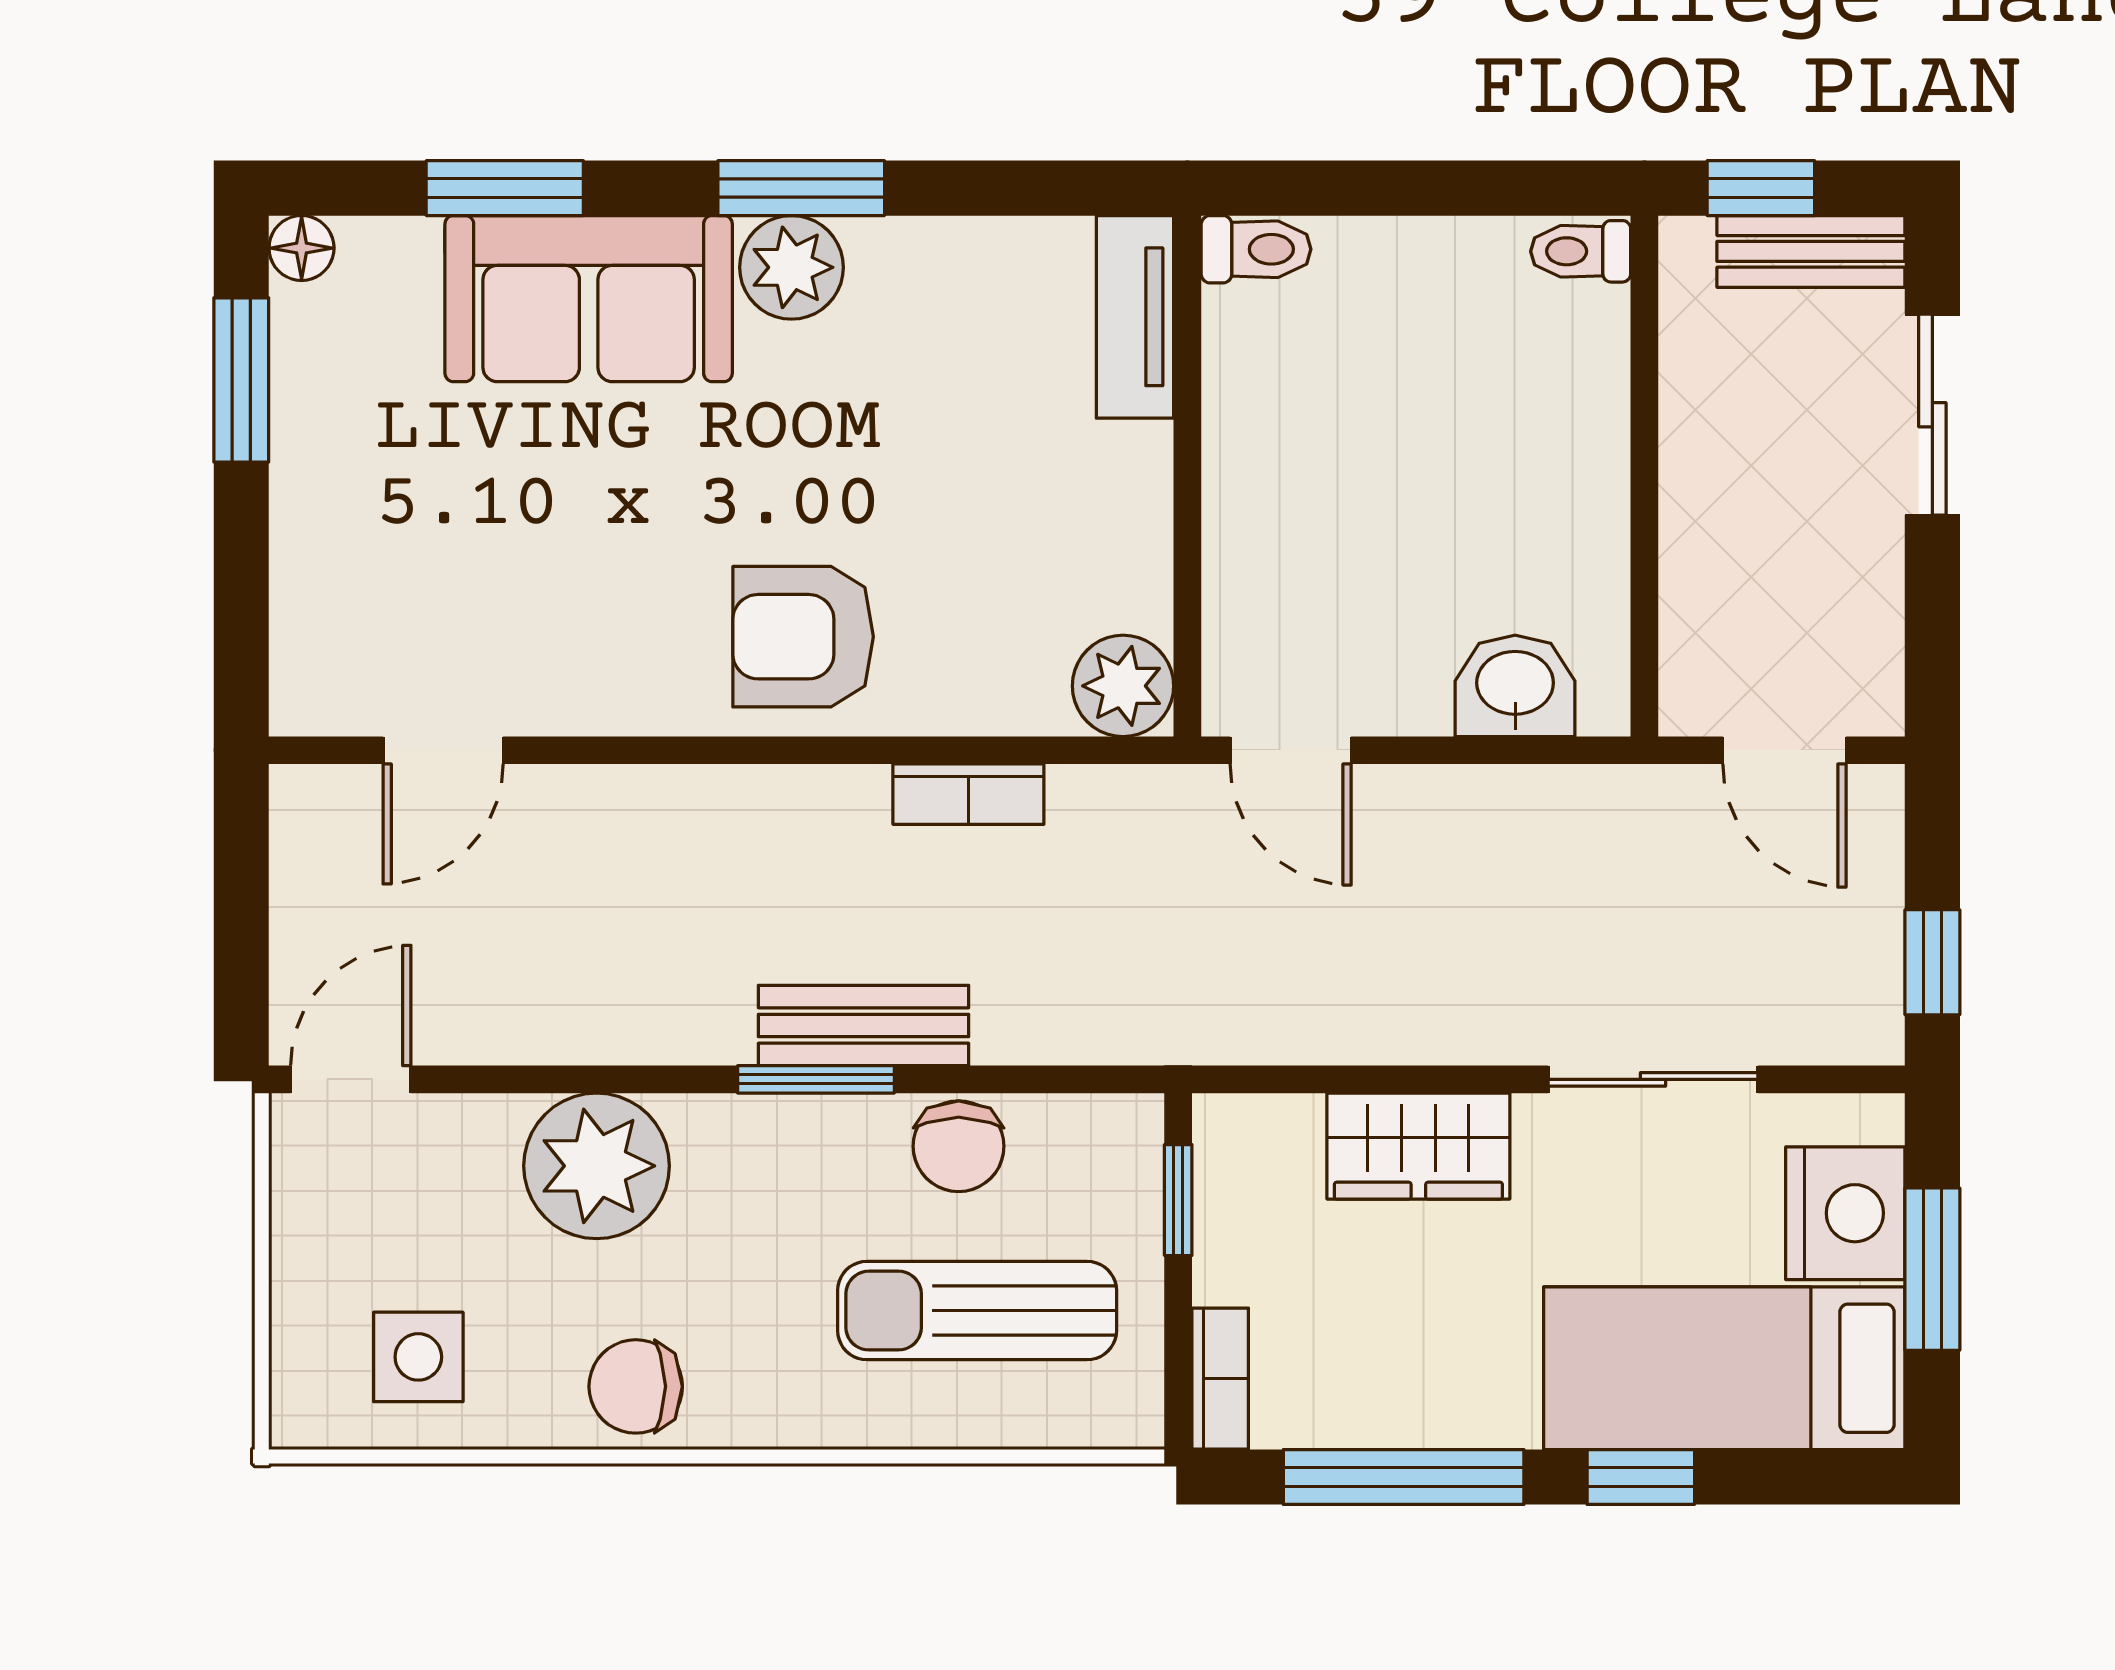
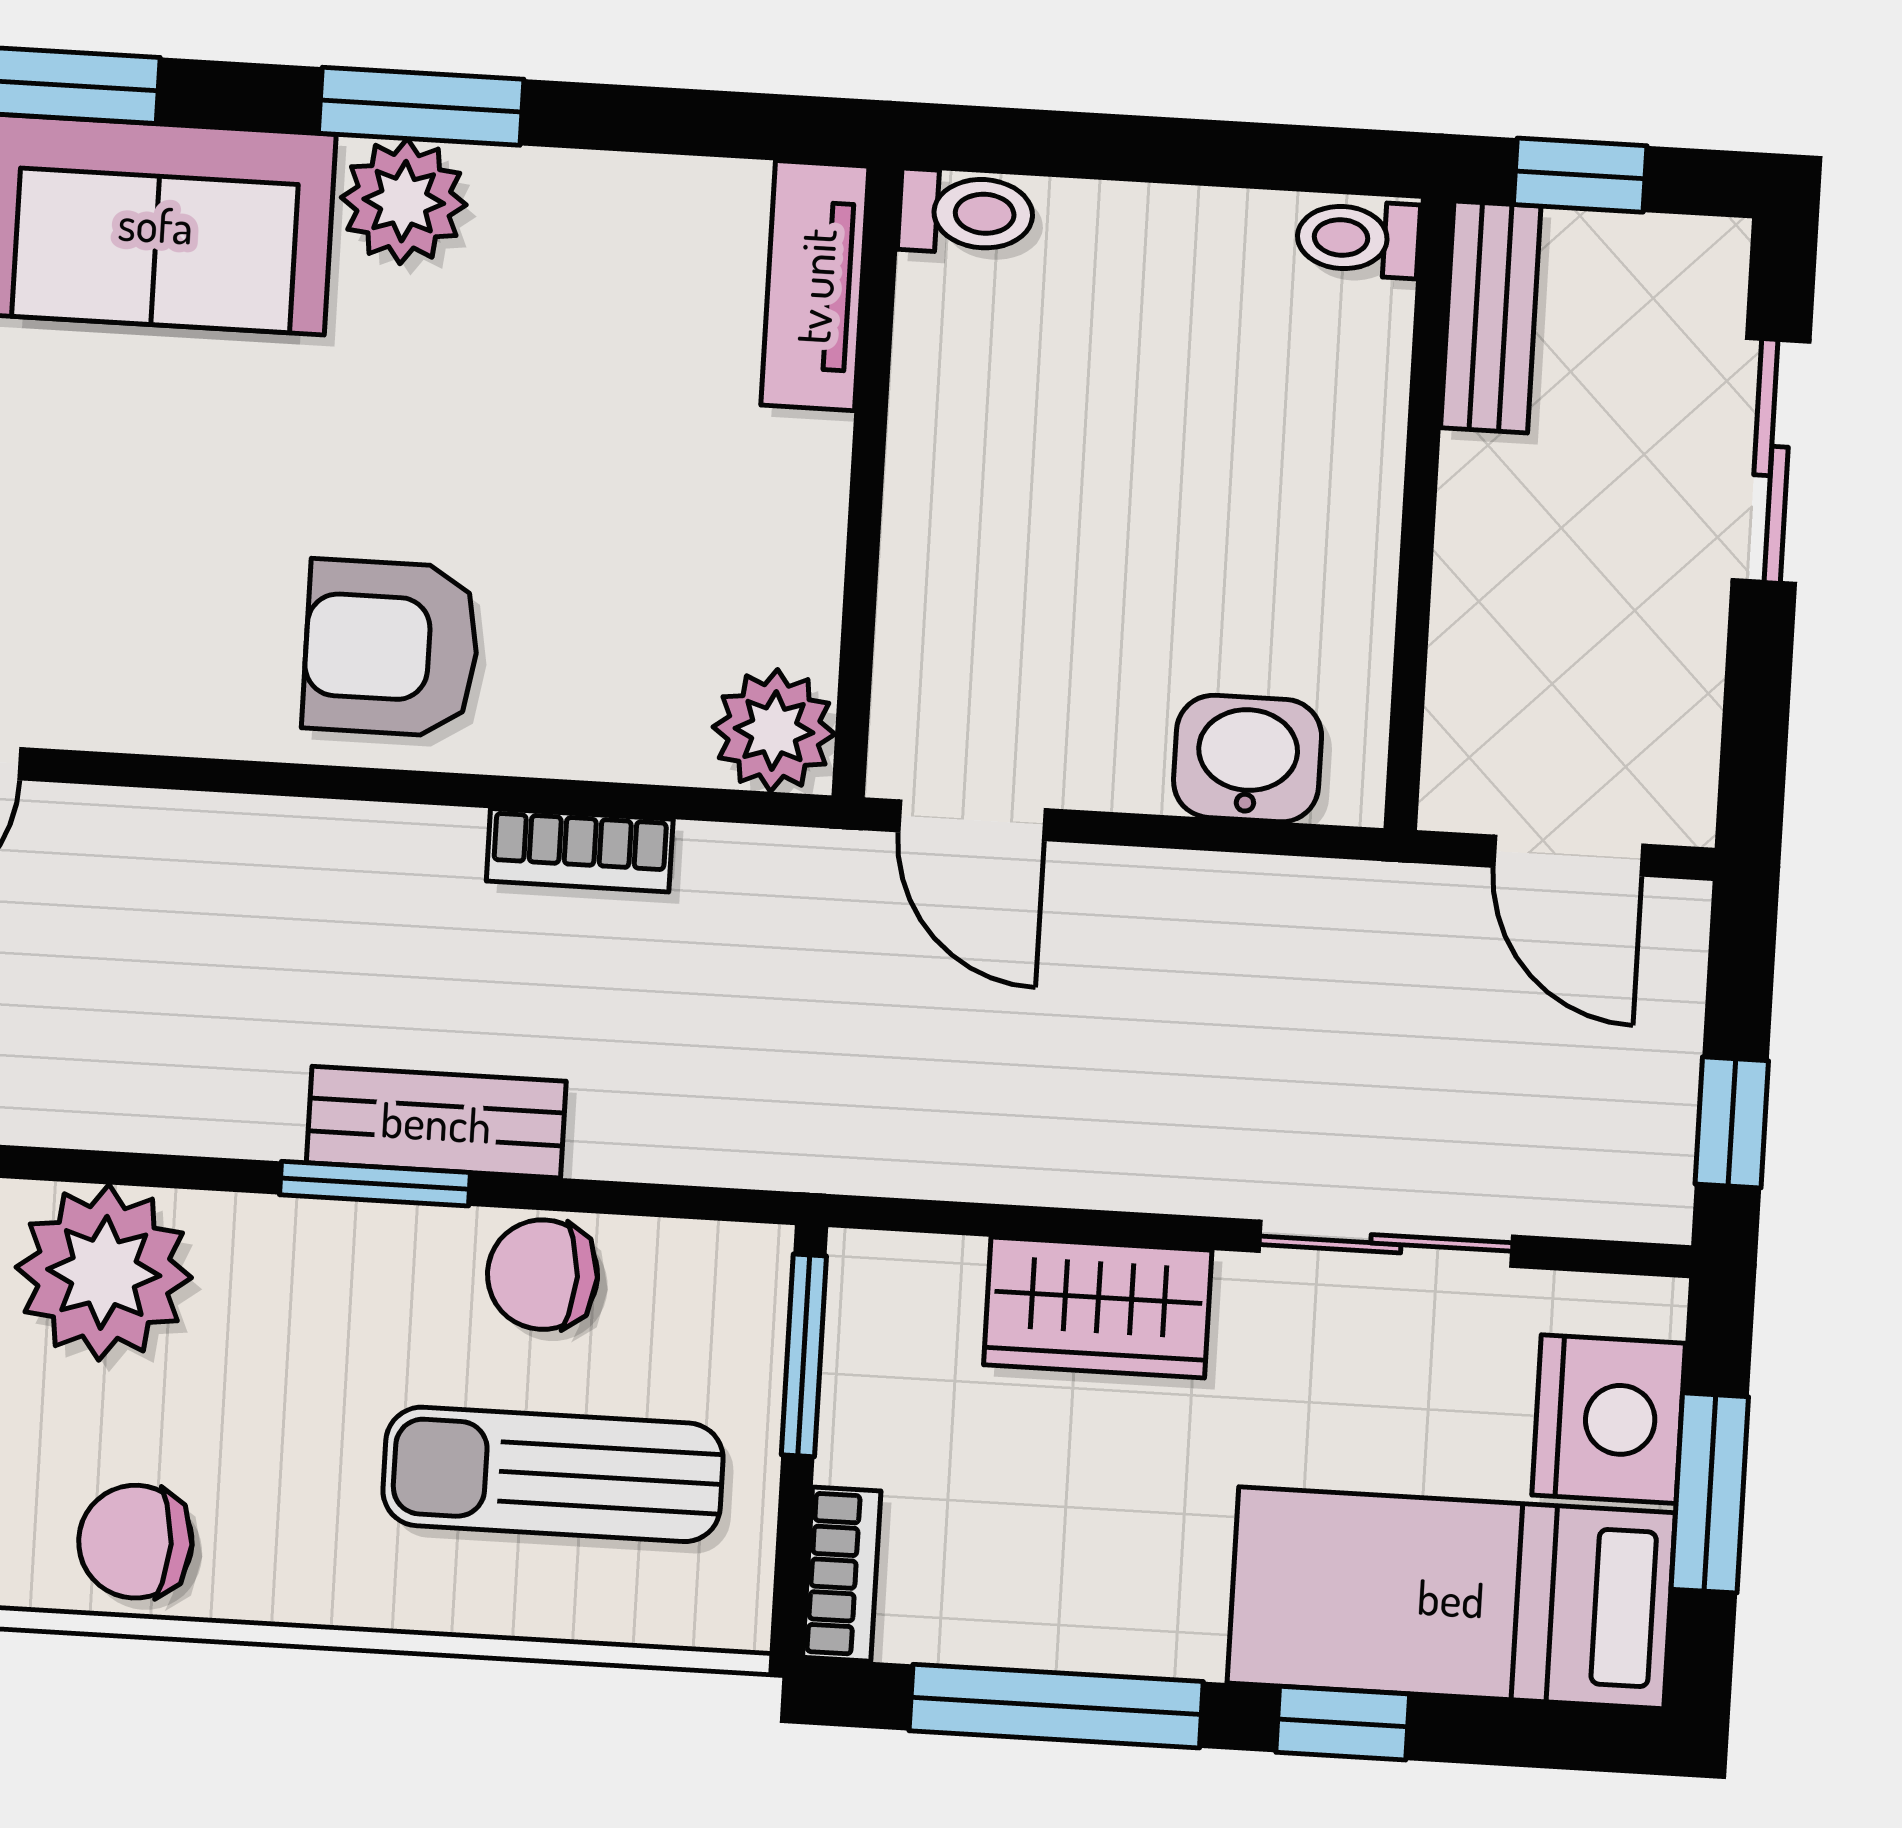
bench: (1811, 251) -> (1491, 317), moved, turned 90
chair: (959, 1146) -> (542, 1275), turned 90
window: (1178, 1200) -> (804, 1355), width x1.50

